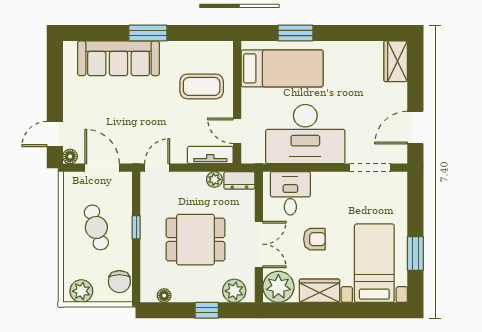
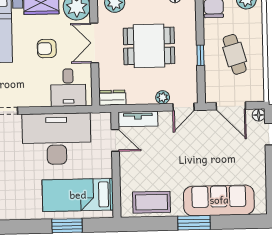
coffee table: (202, 86) -> (152, 202), moved
plant: (214, 179) -> (163, 97), moved

